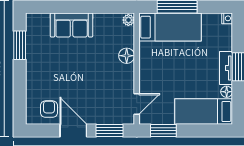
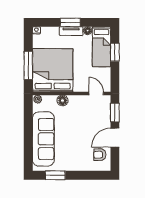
sofa: (72, 25) -> (43, 139), width x1.85, depth x1.27
bed: (170, 27) -> (53, 70), width x2.04
window: (163, 131) -> (115, 52), moved

